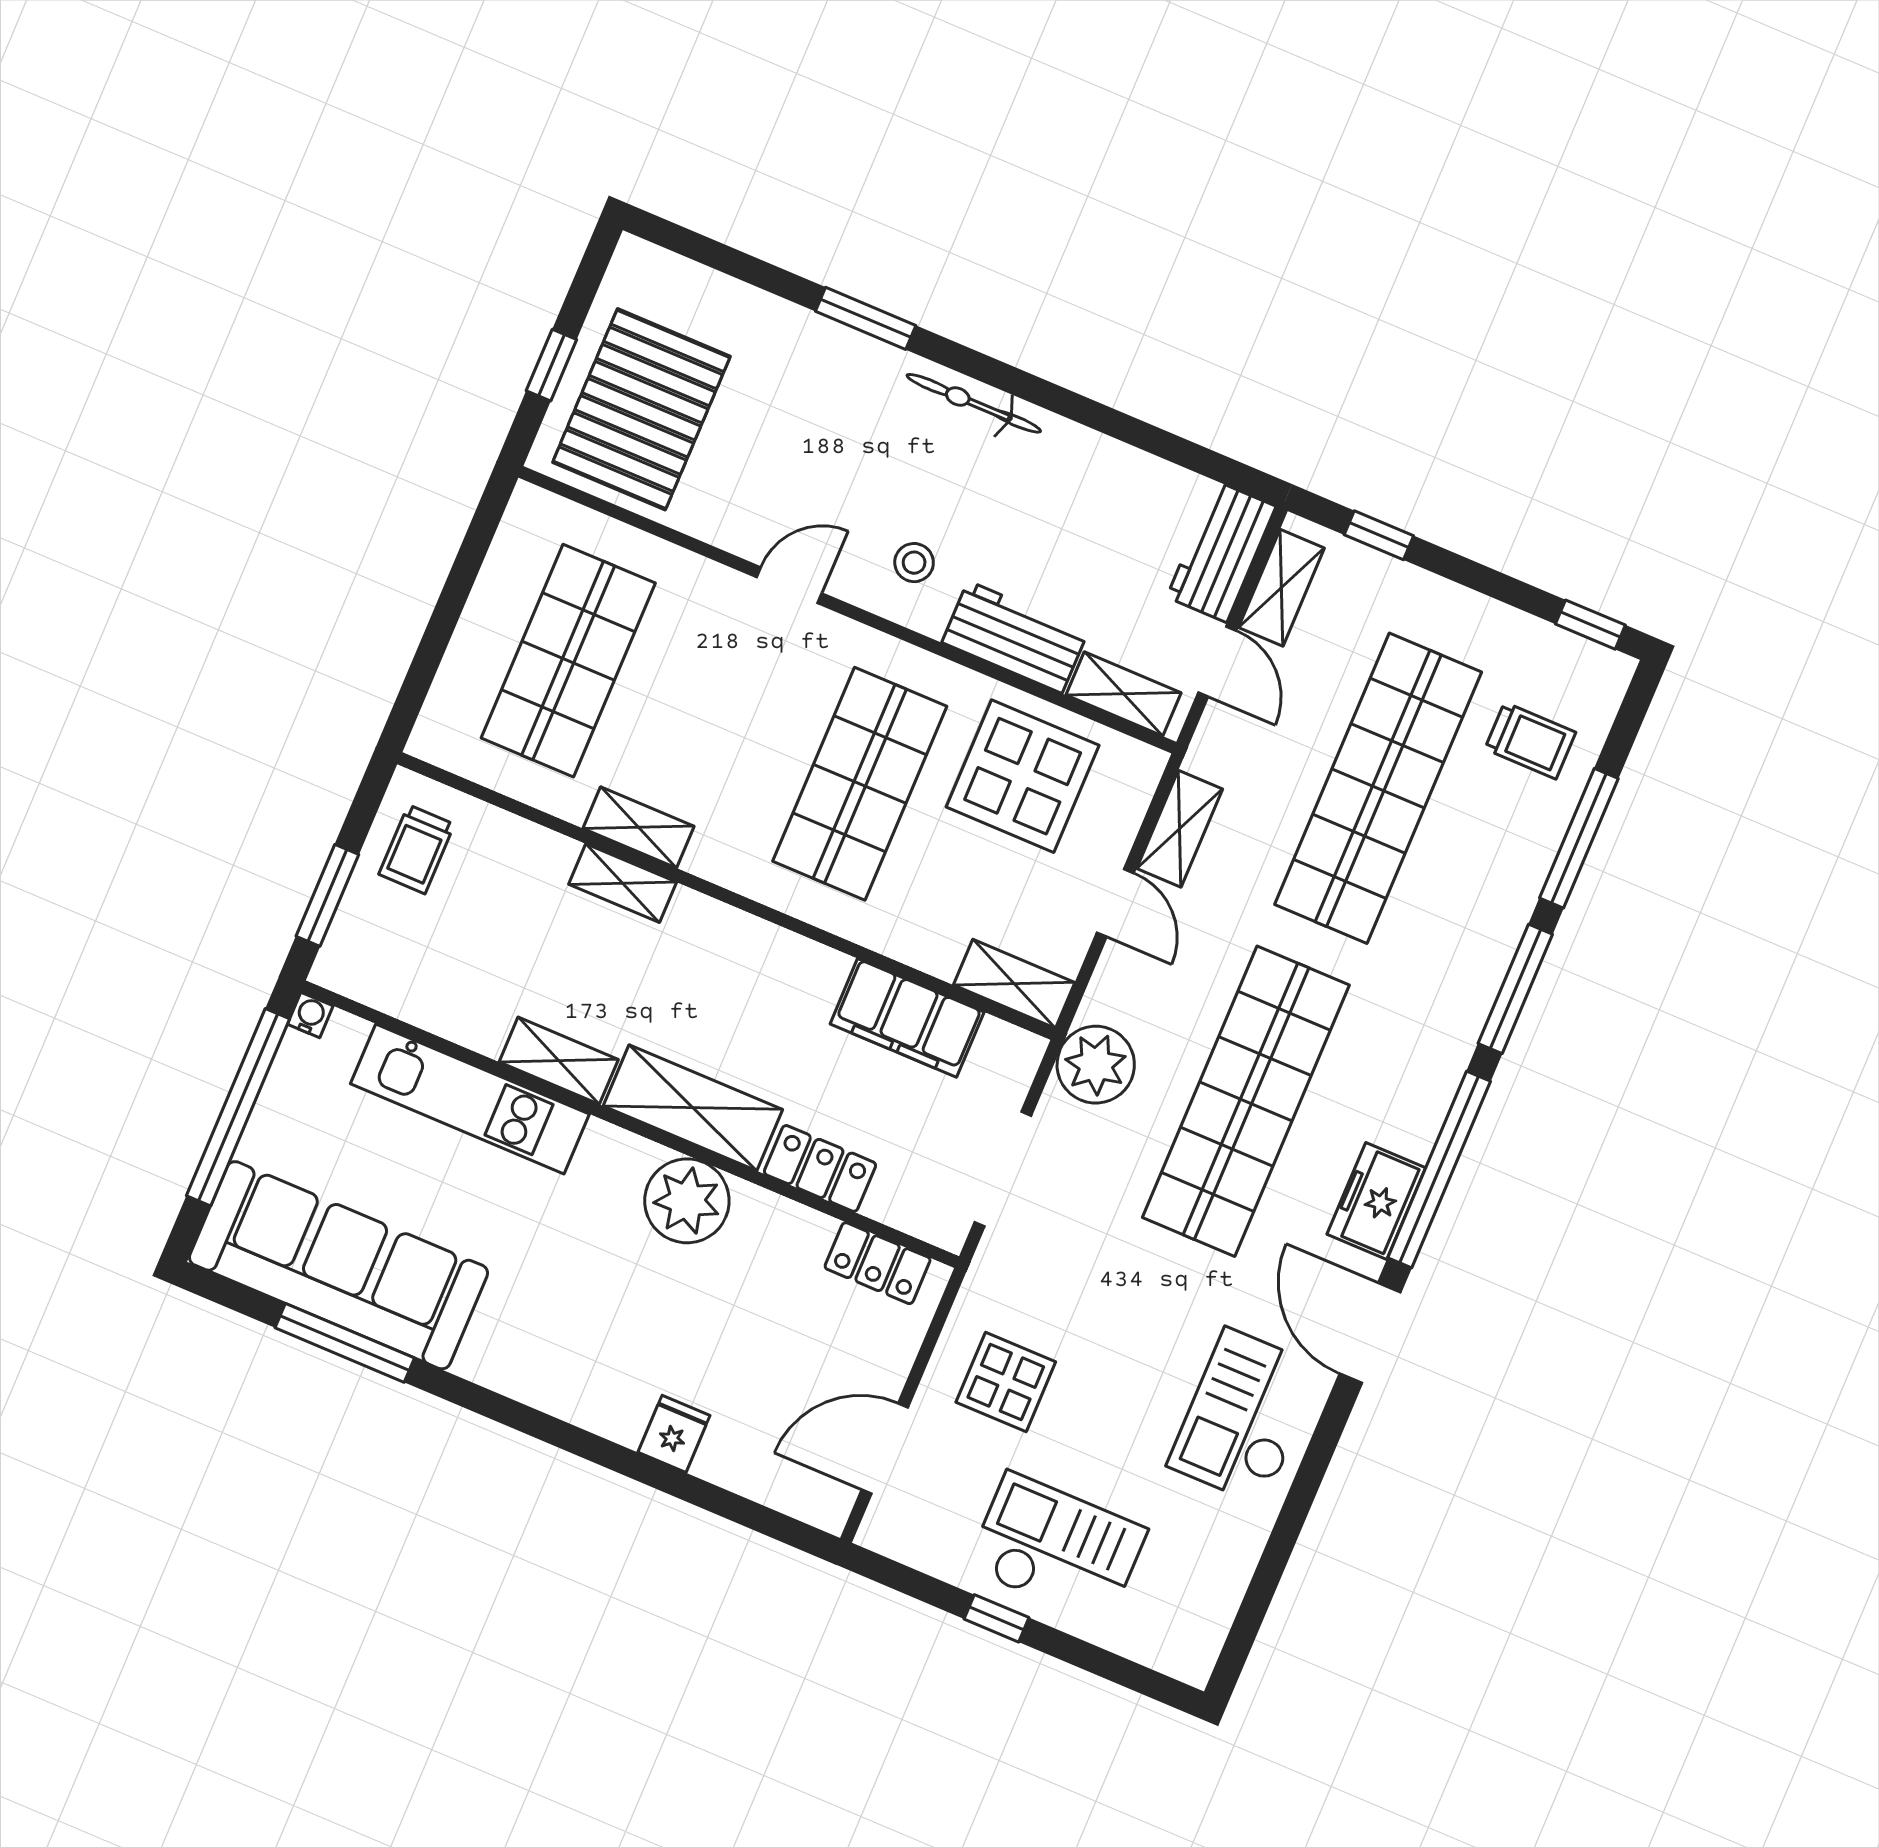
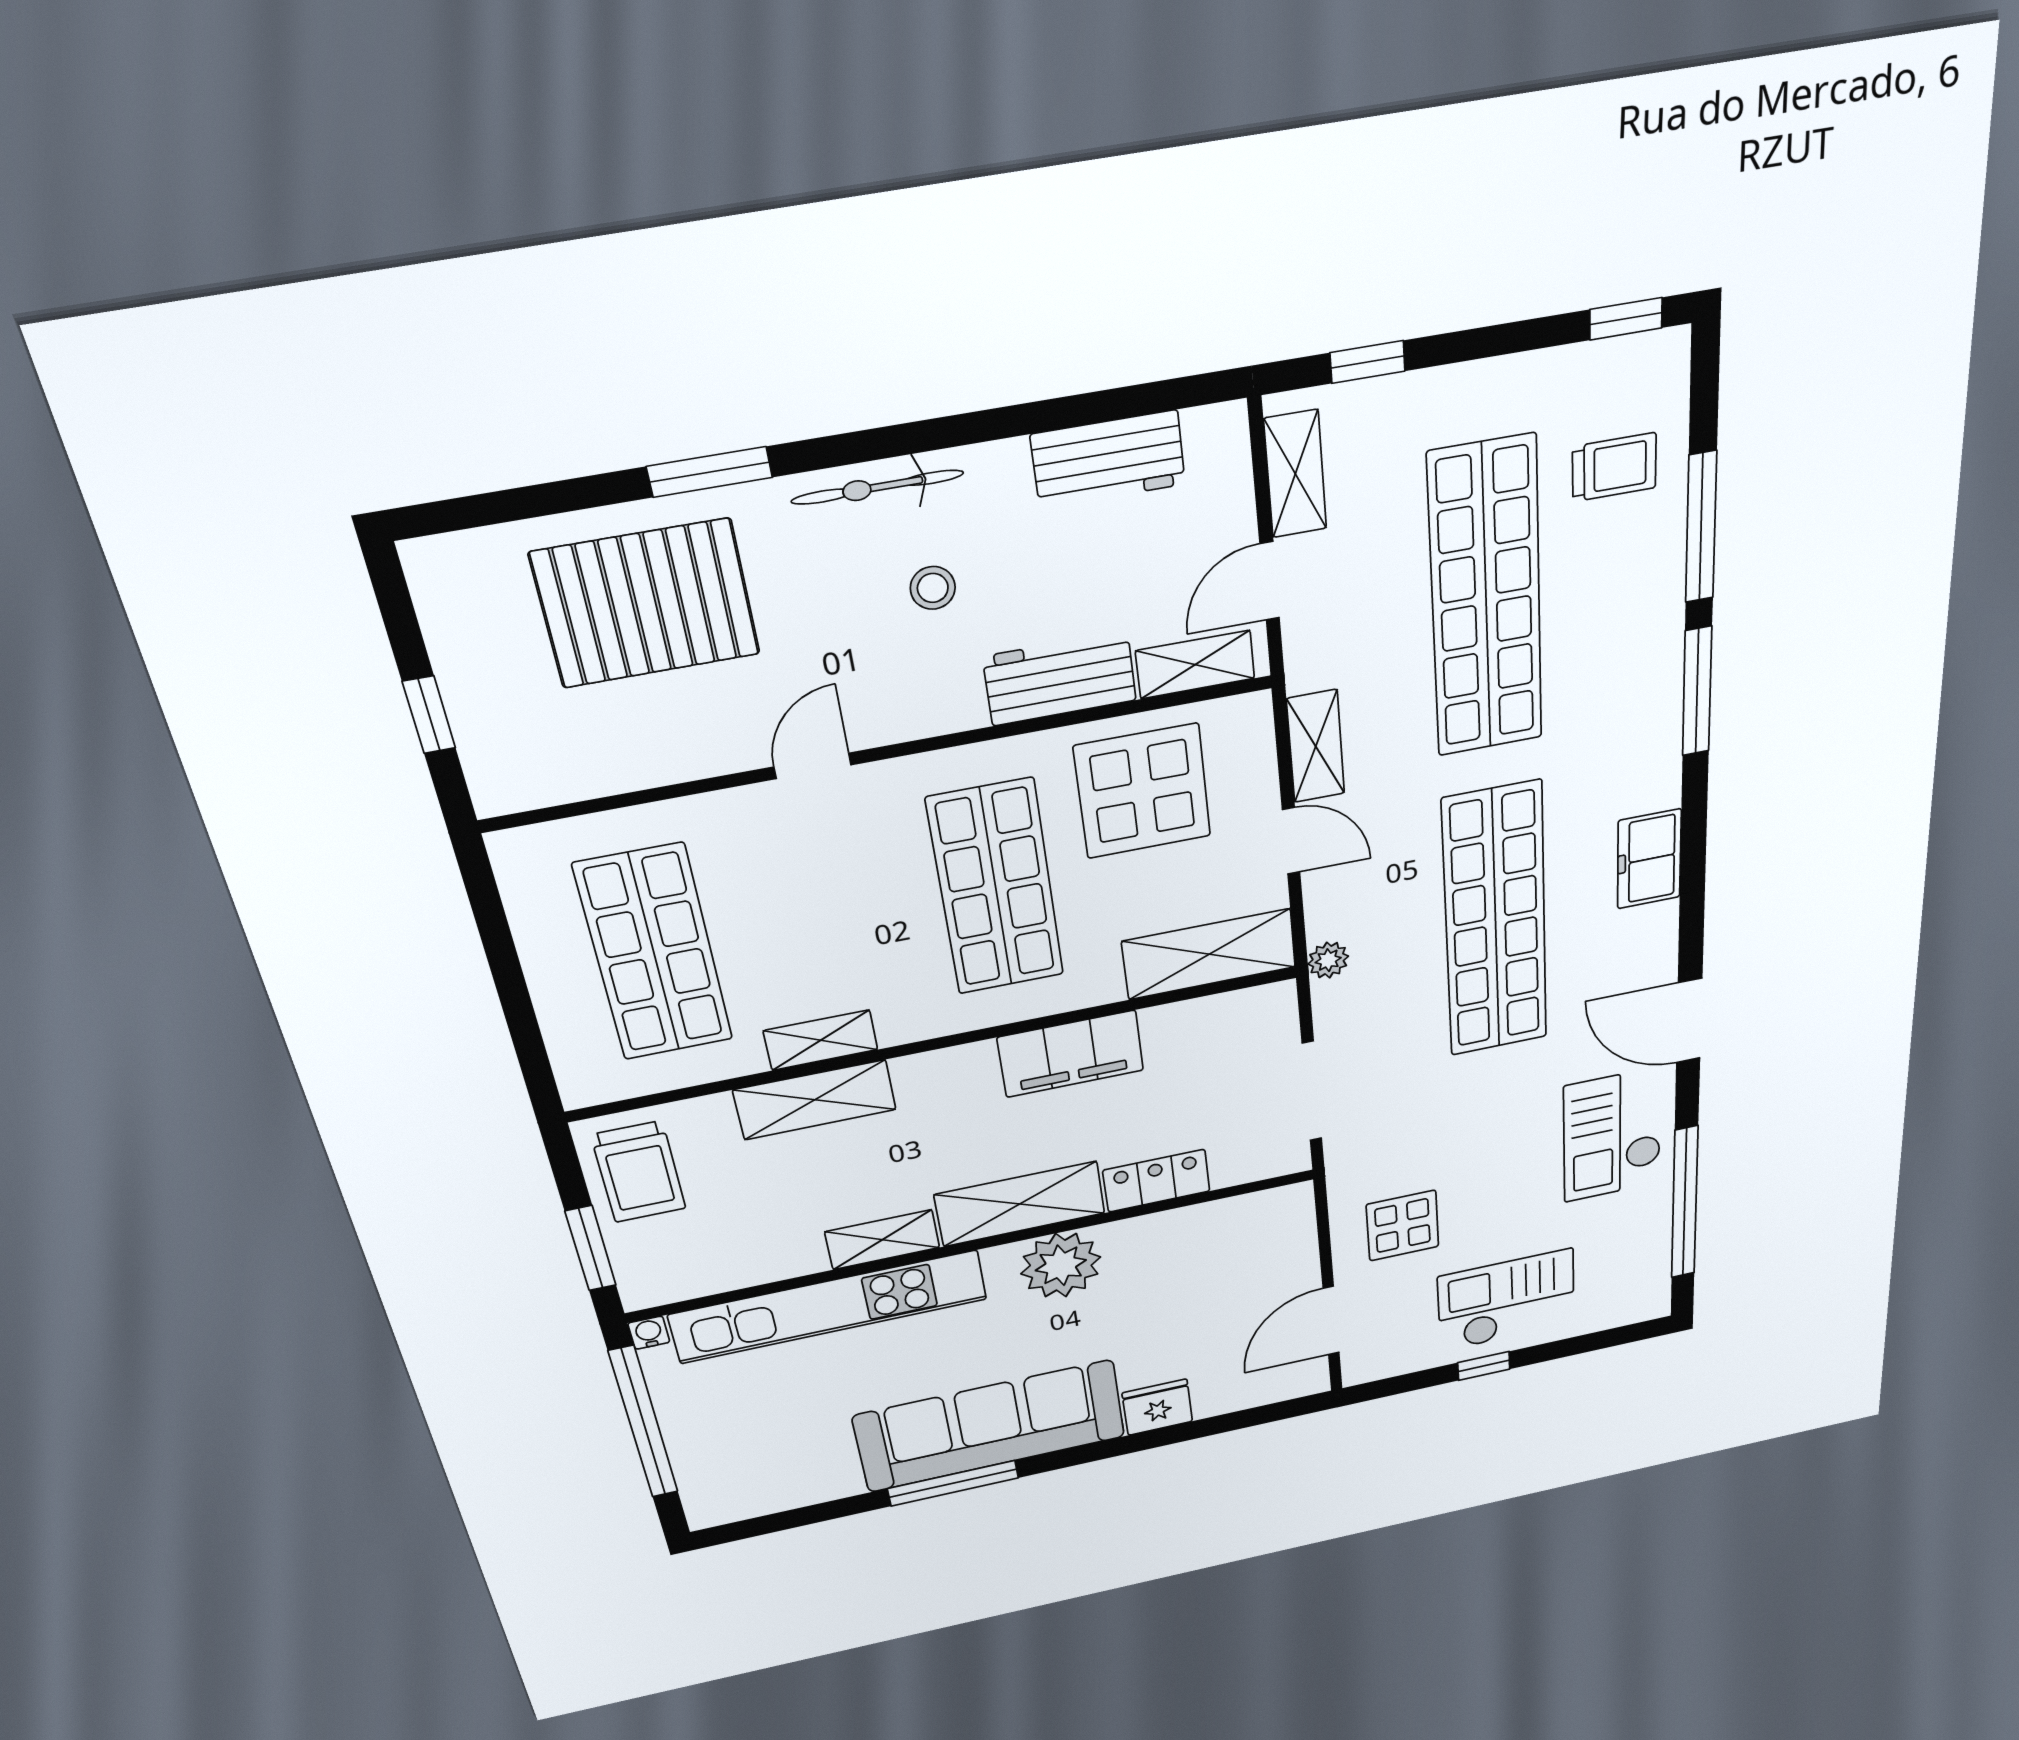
pallet: (641, 409) -> (646, 604), moved, turned 90
workbench: (1221, 552) -> (1108, 459), moved, turned -90
stool: (914, 563) -> (933, 588), moved
door: (1217, 661) -> (1270, 581), swing flipped
trolley: (417, 849) -> (639, 1172), width x1.36, depth x1.39
shelving: (623, 883) -> (815, 1100), width x1.50, depth x1.33
shelving: (1014, 984) -> (1209, 954), width x1.50, depth x1.33
filing cabinet: (907, 1018) -> (1071, 1054), moved
plant: (1096, 1065) -> (1328, 960), width x0.53, depth x0.53
kitchen unit: (470, 1099) -> (829, 1307), width x1.36
window: (1439, 1169) -> (1685, 1203), moved
freezer: (1376, 1201) -> (1649, 859), moved
locker: (878, 1263) -> (1247, 1213), removed
sofa: (338, 1265) -> (990, 1426), moved
window: (345, 1343) -> (953, 1483), moved
fridge: (674, 1434) -> (1157, 1407), width x1.38

